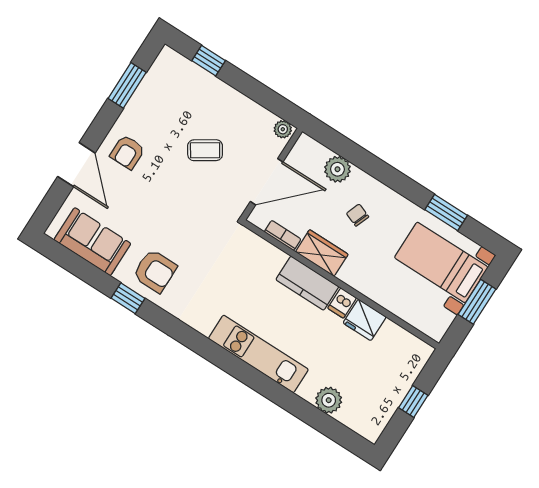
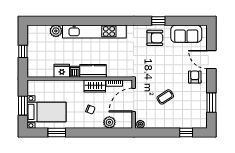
armchair: (155, 271) -> (155, 38), turned 180
kitchen unit: (258, 354) -> (94, 31), width x1.36

